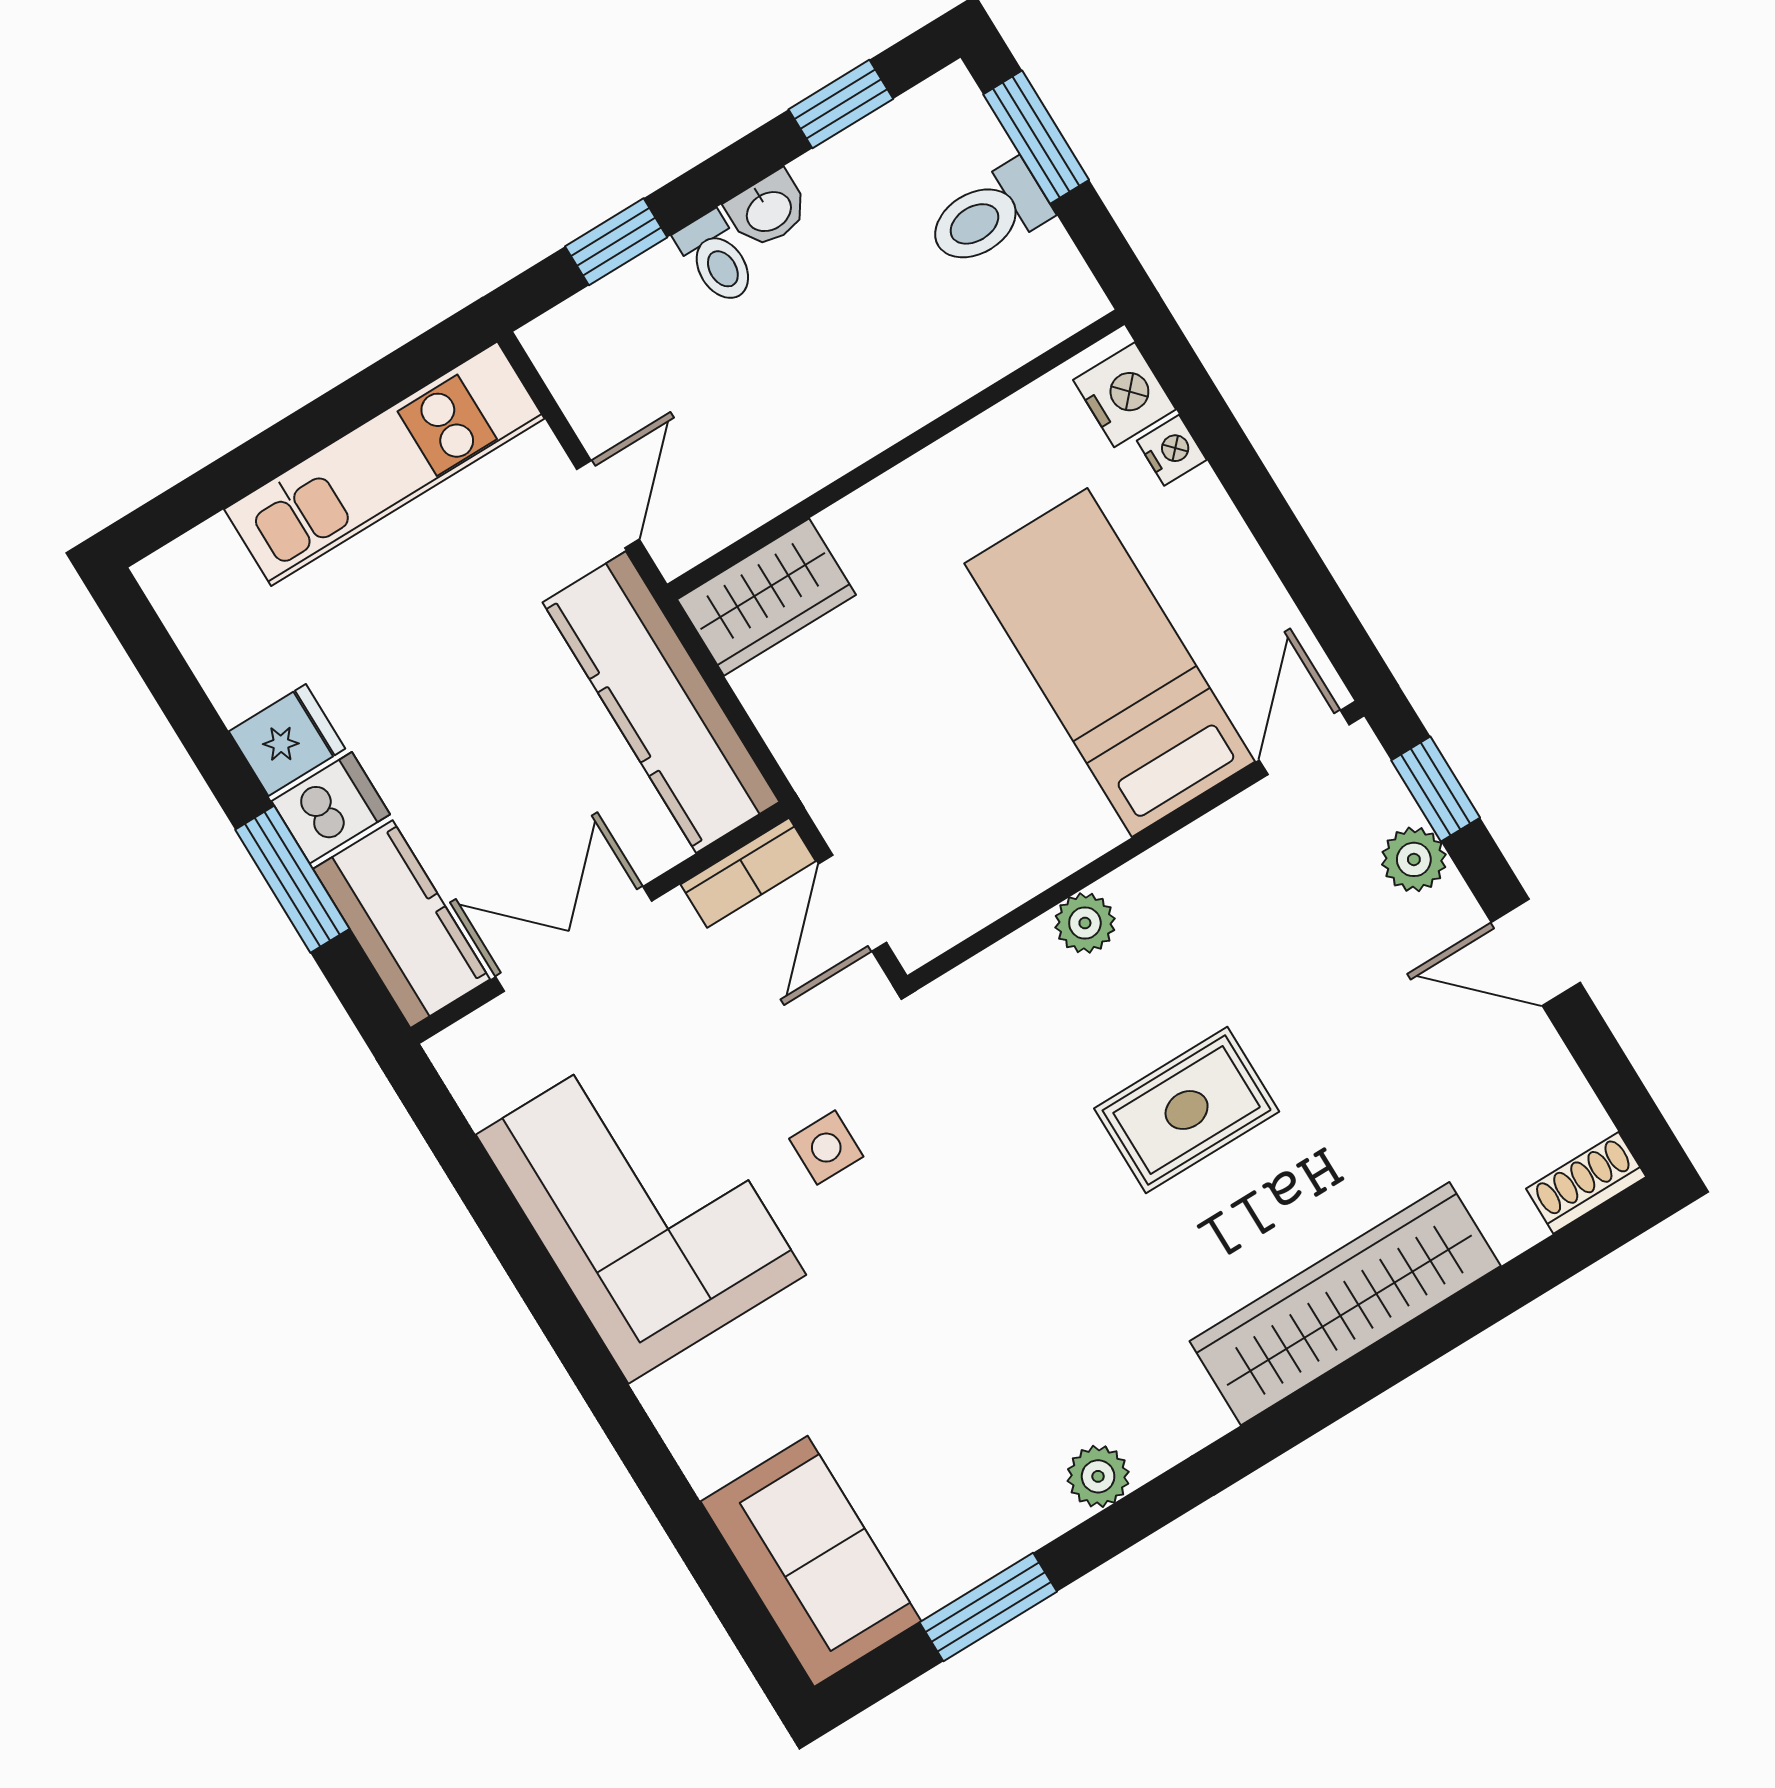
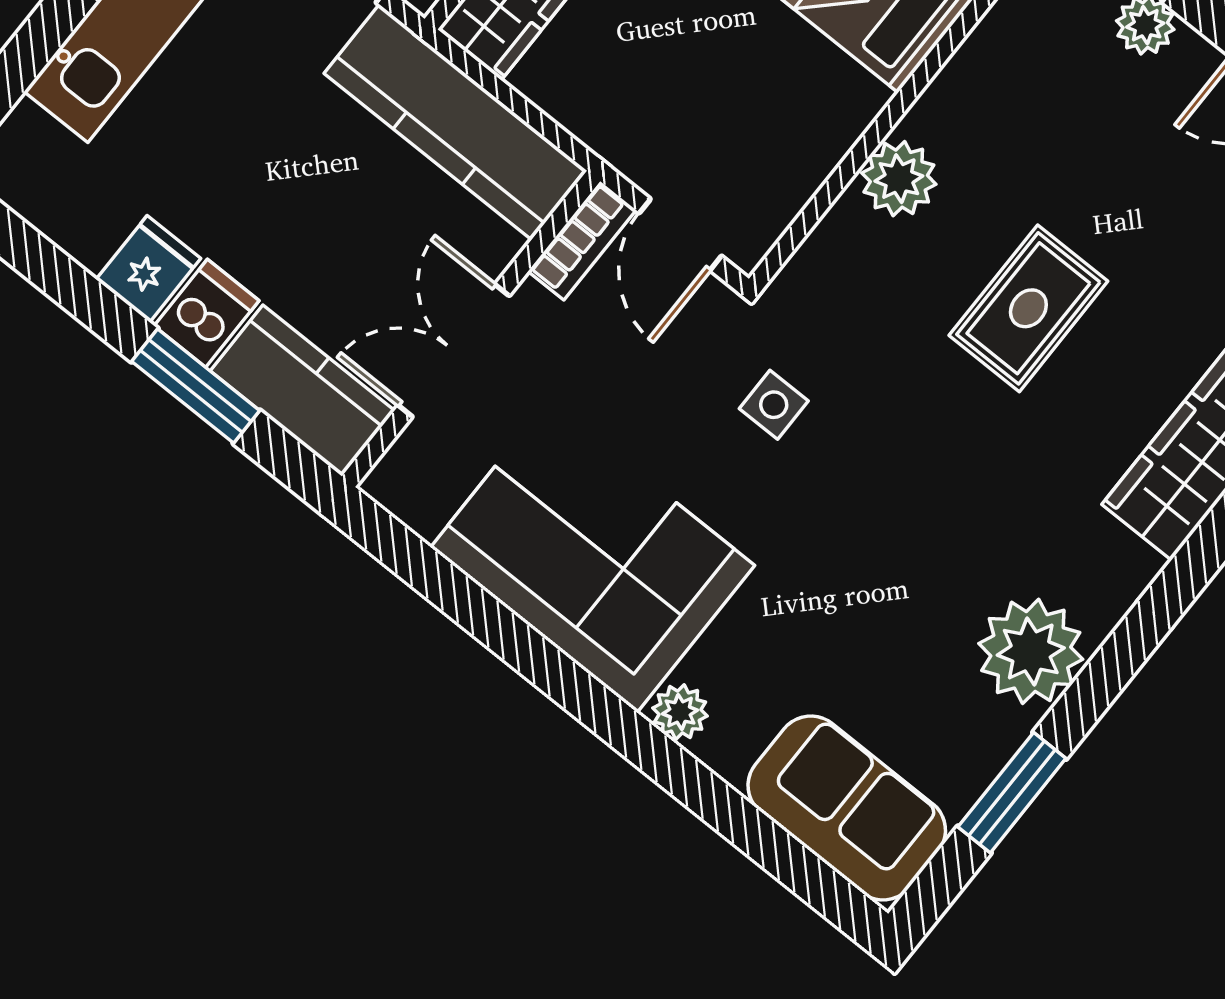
plant: (1085, 923) -> (899, 179), width x1.38, depth x1.38
side table: (826, 1148) -> (774, 405), moved
plant: (674, 1399) -> (680, 712), added
plant: (1098, 1476) -> (1031, 651), width x1.88, depth x1.88

